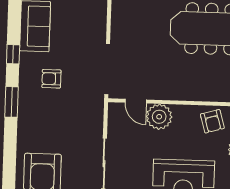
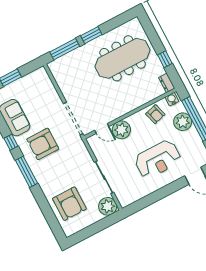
armchair: (51, 79) -> (43, 144), width x1.88, depth x1.88
window: (12, 102) -> (26, 172), width x1.44

